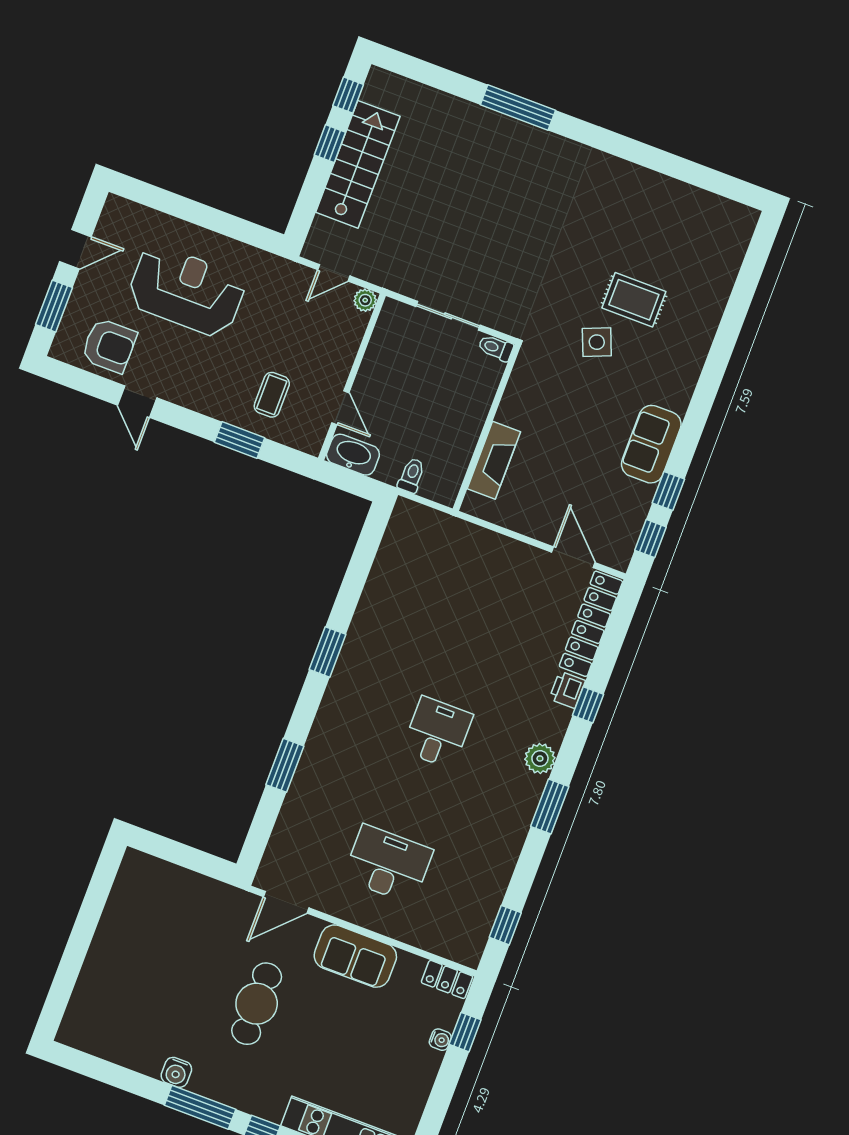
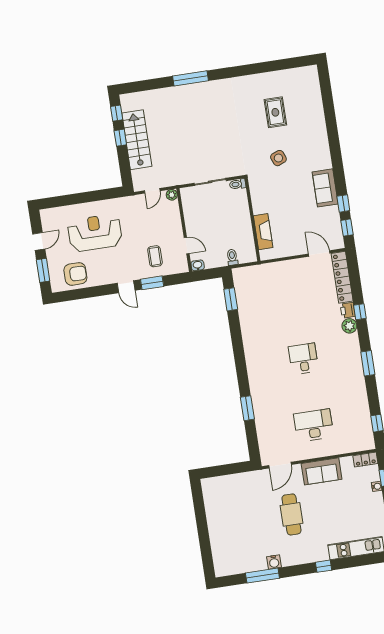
rug: (634, 300) -> (275, 112), moved, turned 90
door: (137, 402) -> (126, 287), moved
washbasin: (353, 455) -> (198, 265), width x0.52, depth x0.69
window: (327, 652) -> (231, 299), moved
plant: (540, 759) -> (349, 326), moved
window: (200, 1107) -> (262, 576), moved

